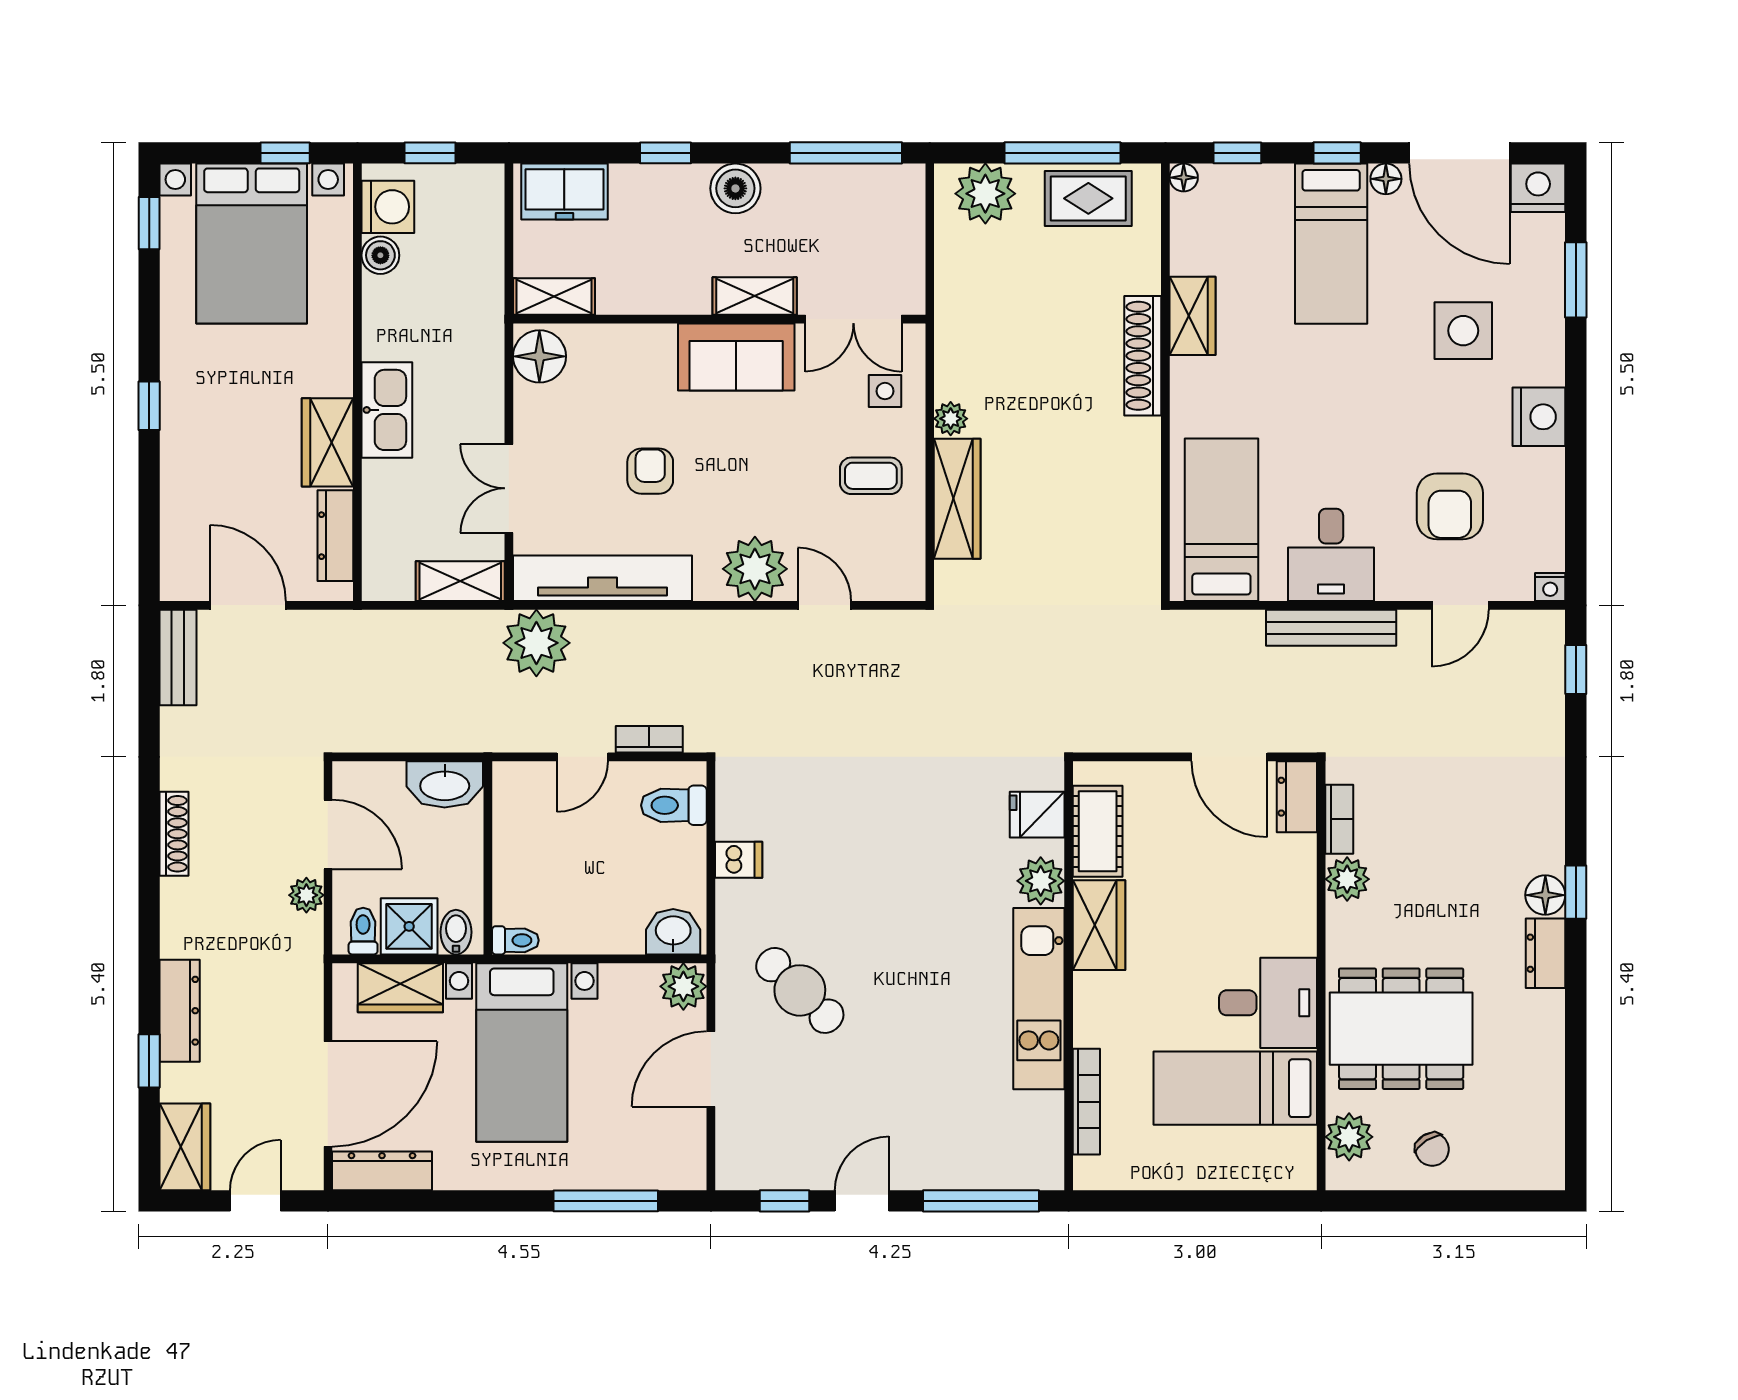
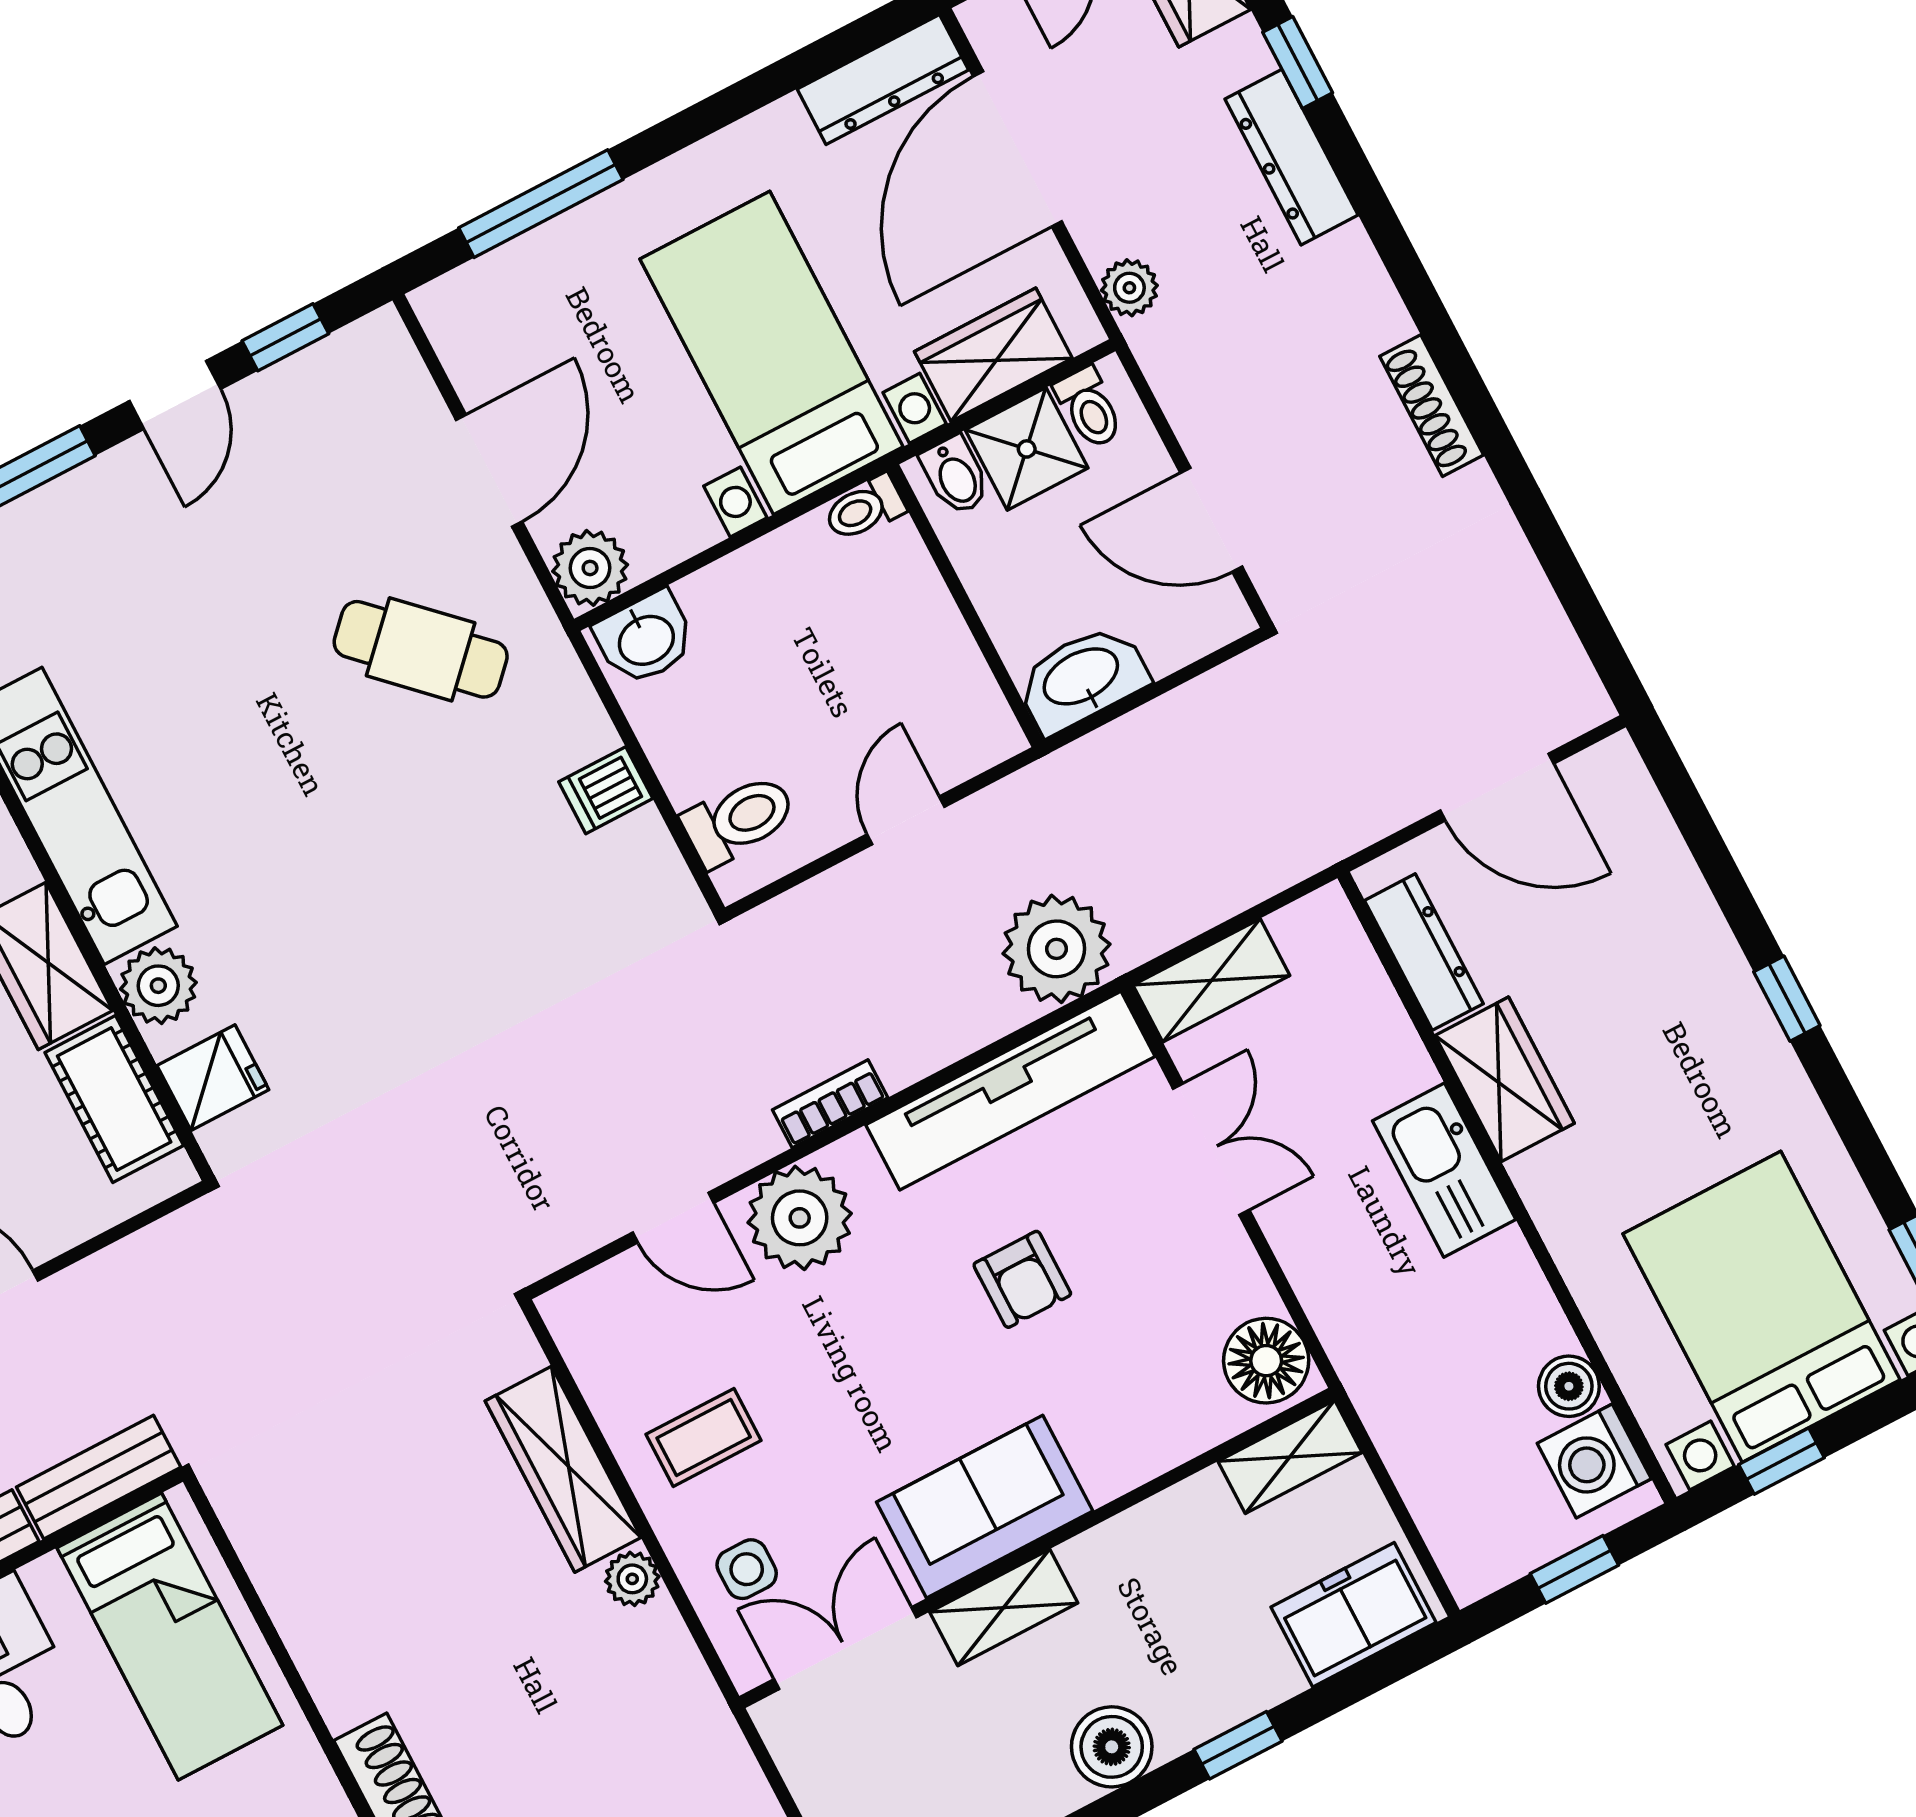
bench: (178, 657) -> (99, 1477), moved, turned 90
bookcase: (649, 739) -> (830, 1104), moved, turned 180
plant: (306, 895) -> (1129, 288), moved

